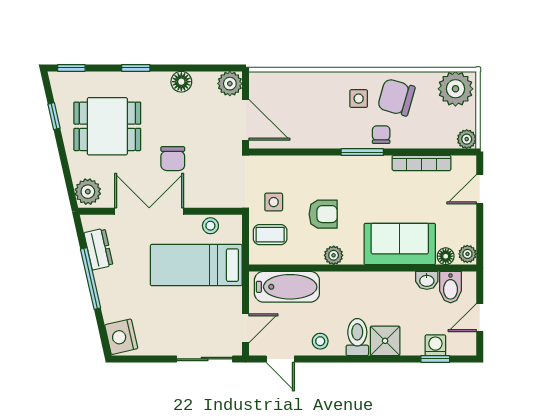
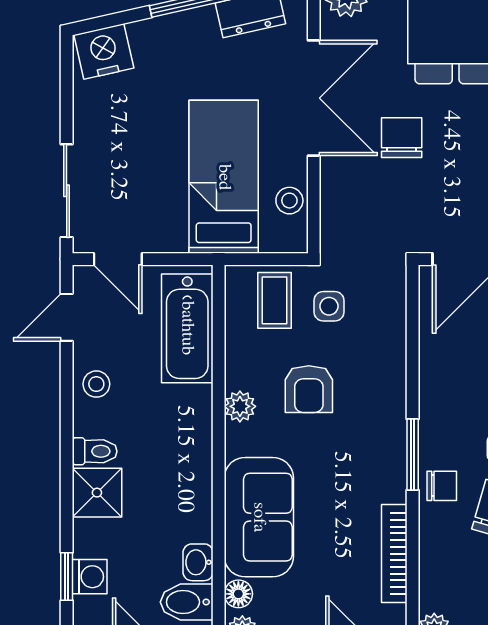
chair: (173, 159) -> (402, 138), turned 90
toilet: (357, 337) -> (95, 451), width x0.73, depth x0.72

